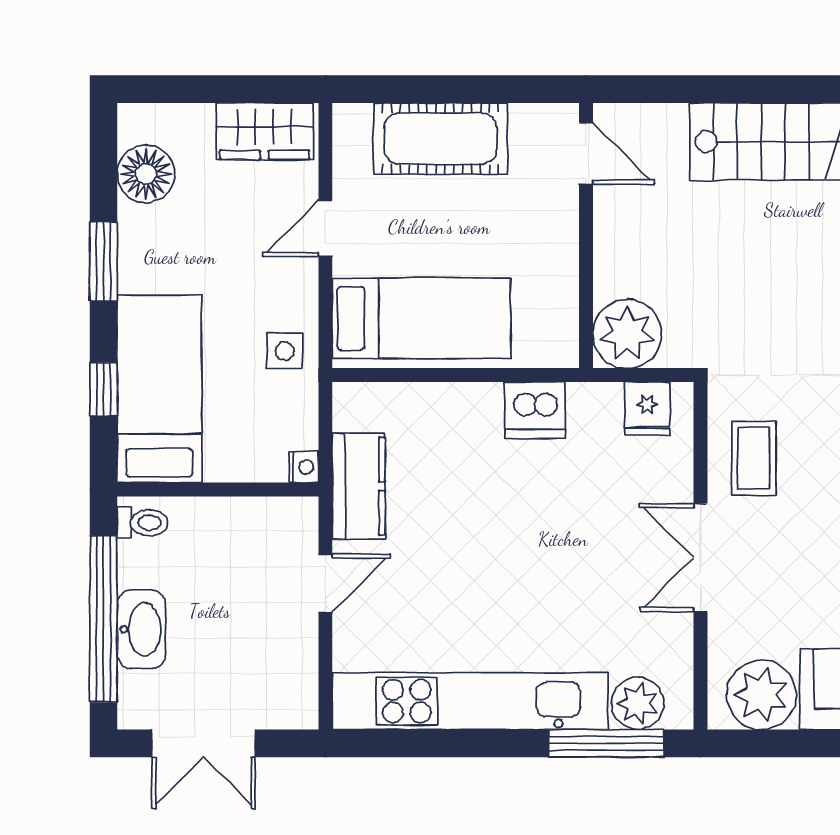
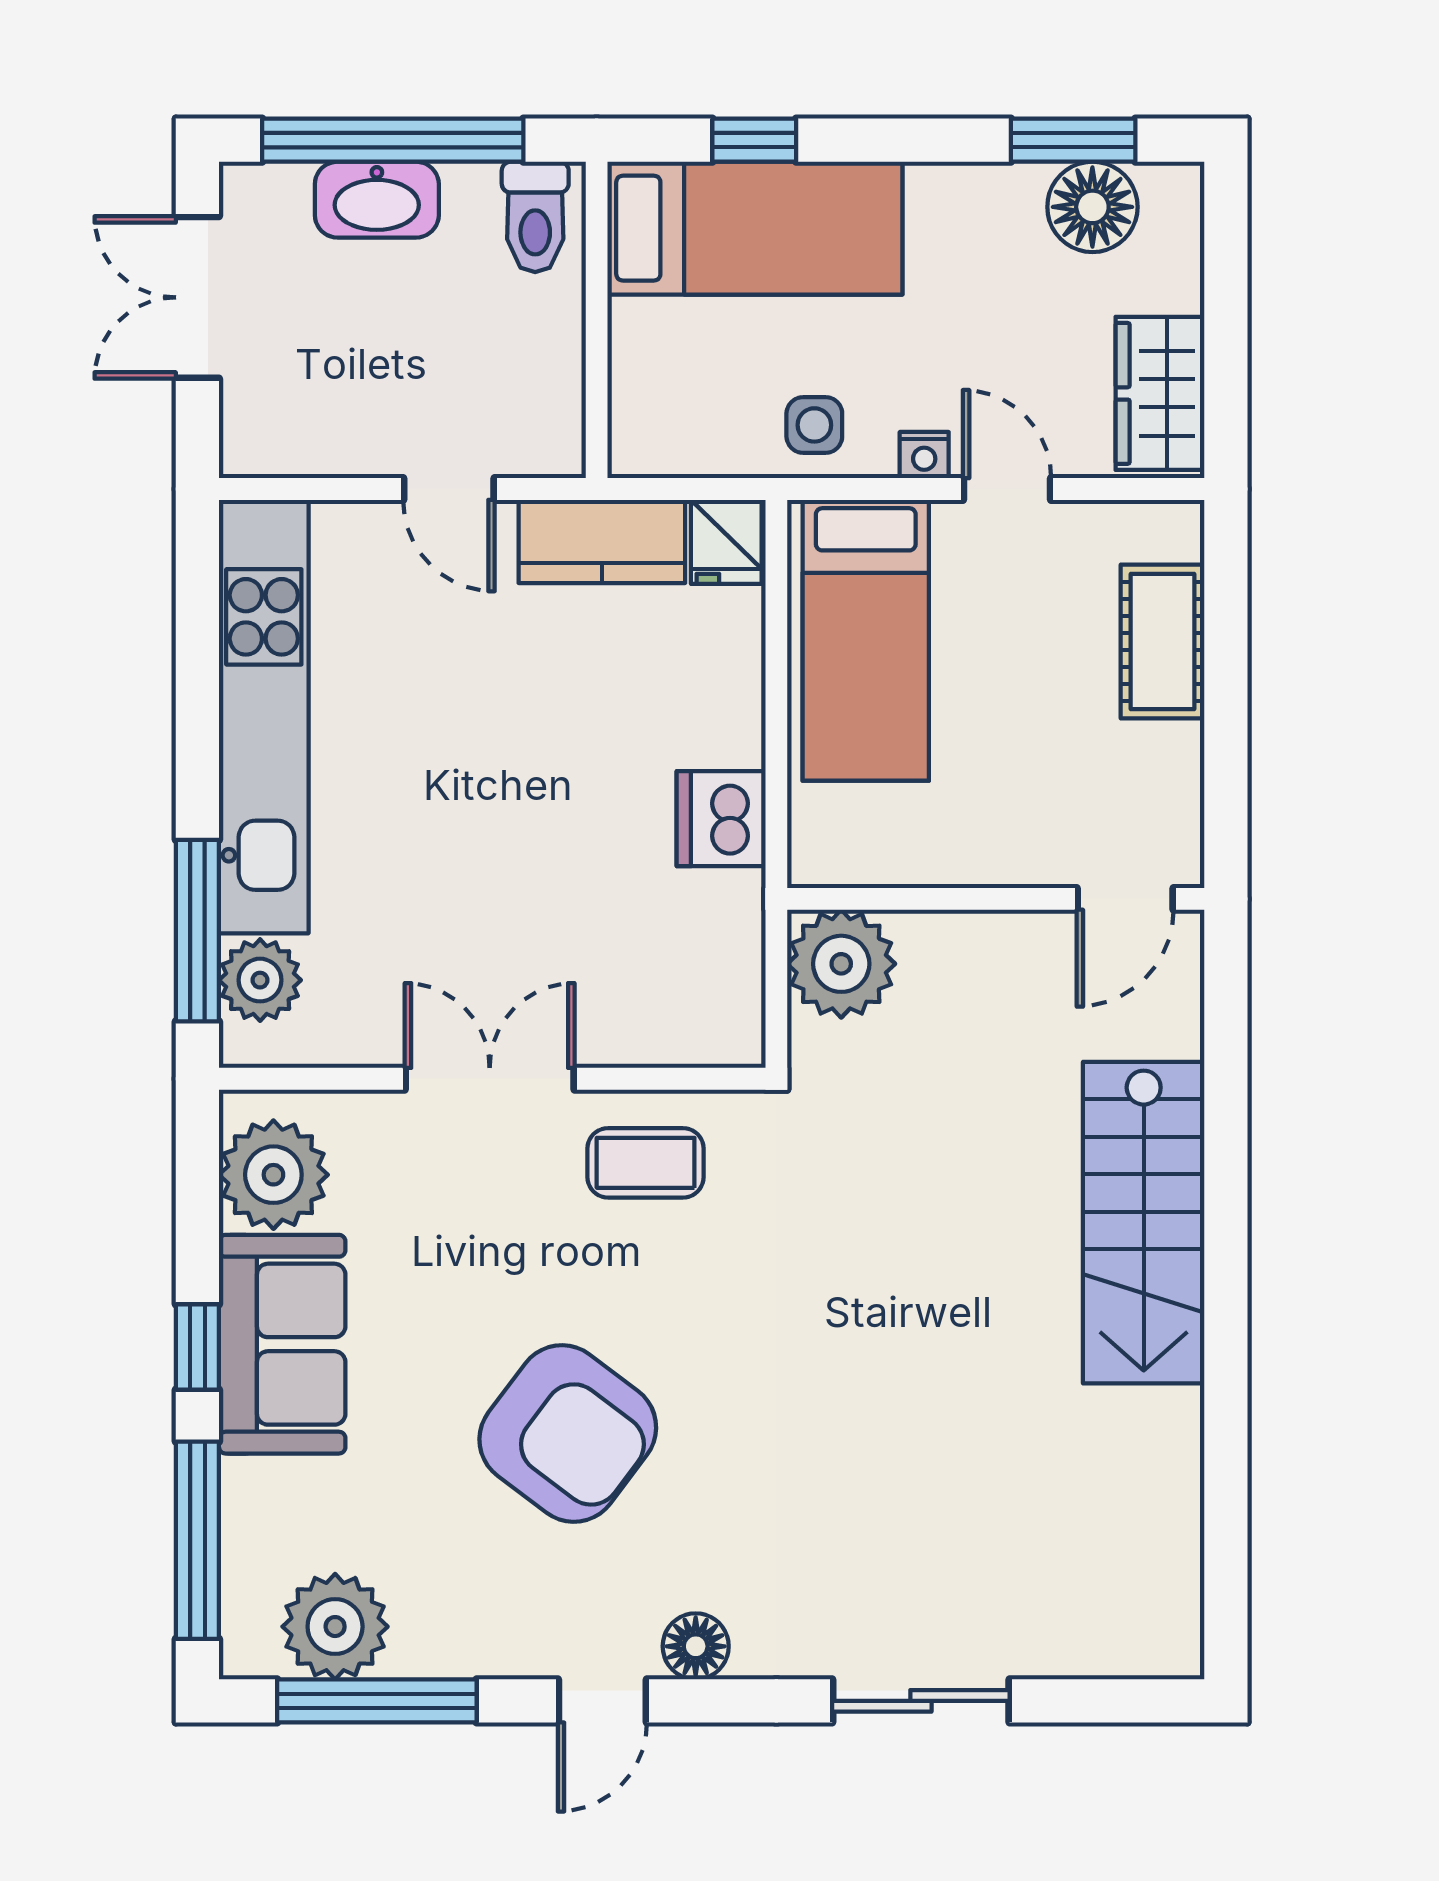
cot: (440, 139) -> (1163, 641), width x0.73, depth x0.75
window: (104, 262) -> (1073, 140), moved
fridge: (647, 409) -> (726, 542), moved, turned -90
nightstand: (304, 467) -> (924, 455), moved
toilet: (143, 523) -> (535, 217), width x1.37, depth x1.39

